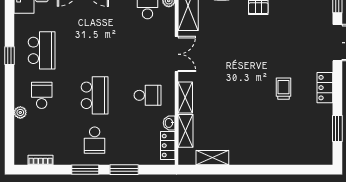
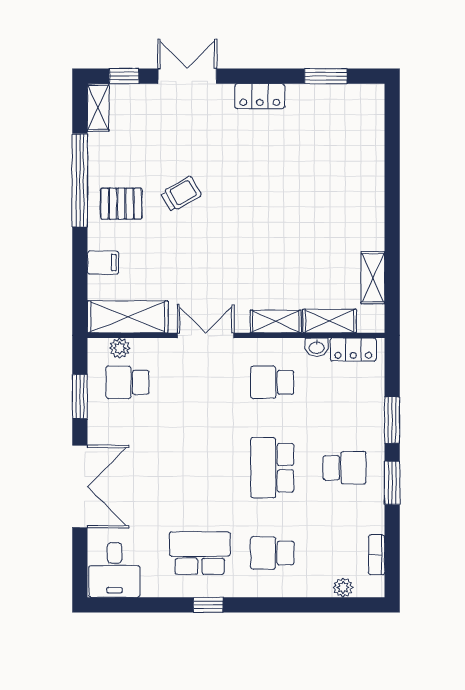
trolley: (283, 89) -> (181, 194), moved, turned 150
school desk: (95, 95) -> (272, 468), turned -90
school desk: (147, 95) -> (272, 382), turned -90
plant: (20, 112) -> (343, 588), moved

